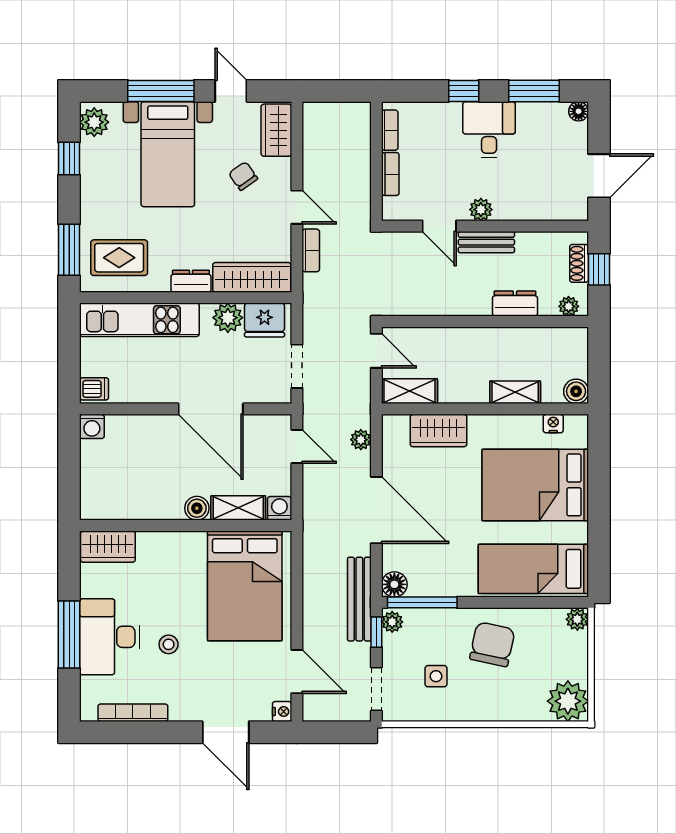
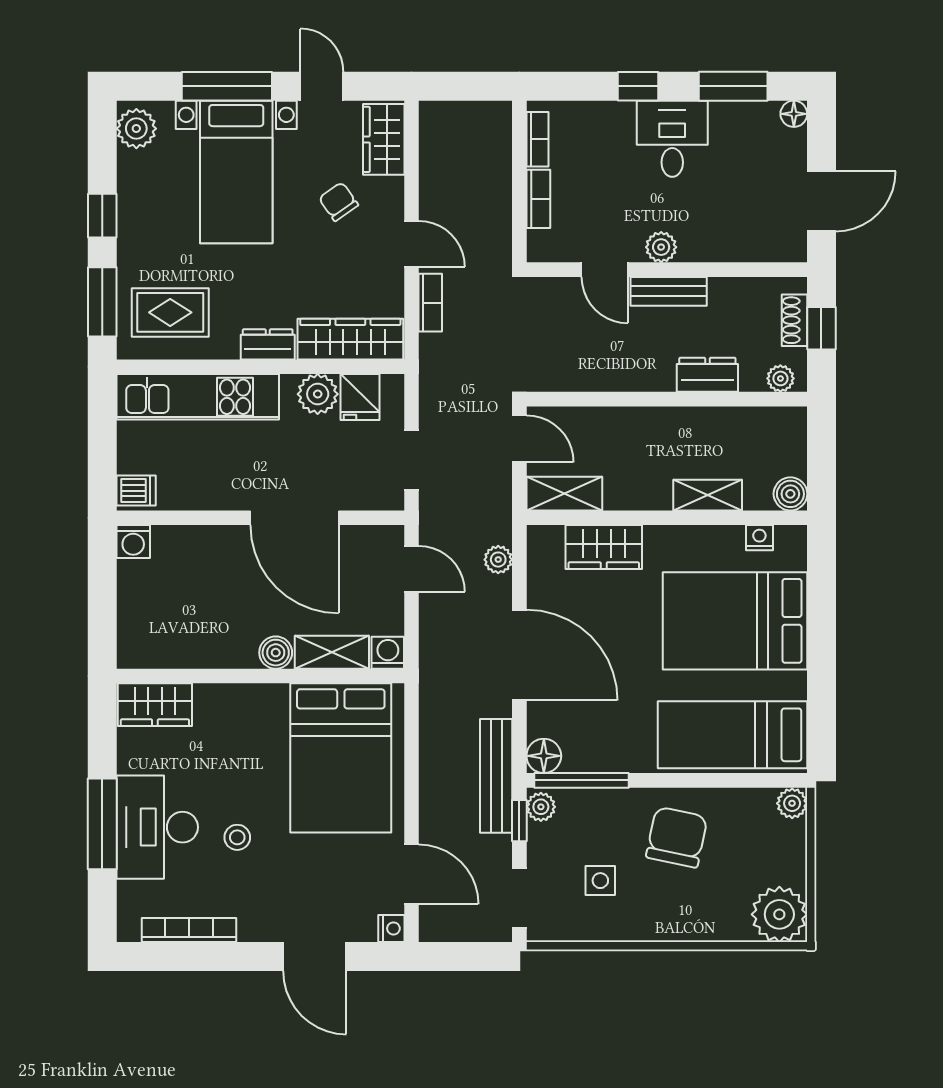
window: (69, 158) -> (102, 216), moved
fridge: (264, 320) -> (360, 397), width x0.72

